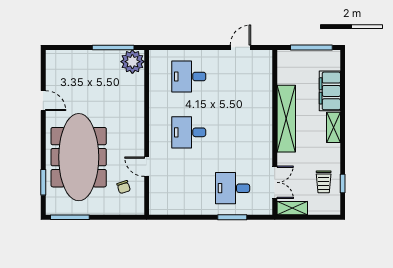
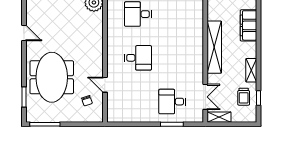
shelving: (333, 127) -> (251, 70), moved
desk: (189, 132) -> (138, 58), turned 180
meeting table: (79, 157) -> (52, 77), width x0.73

